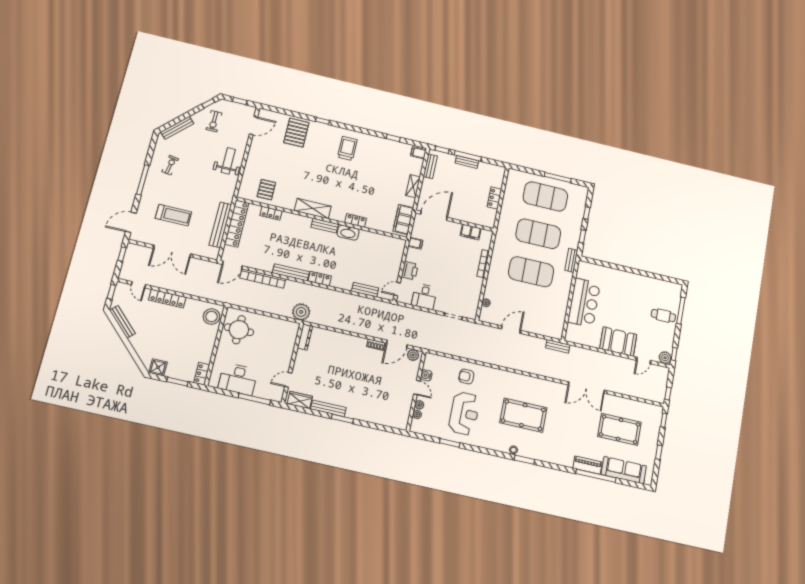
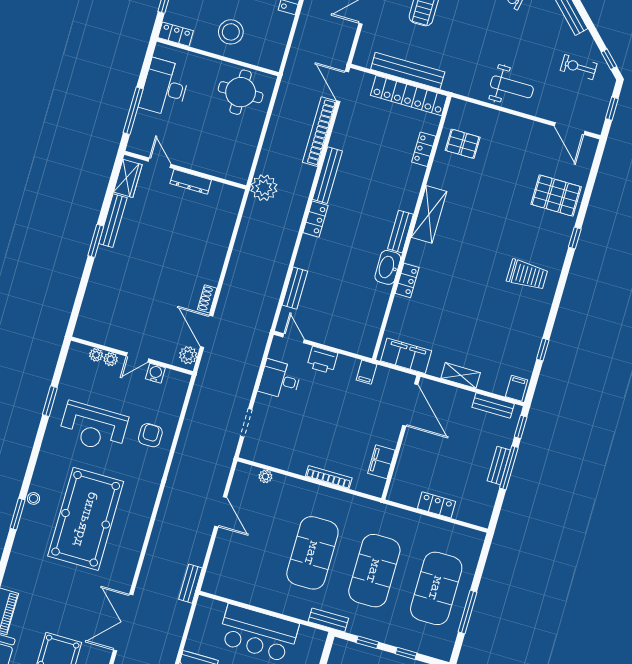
stool: (211, 317) -> (231, 32), moved
dresser: (305, 337) -> (191, 182), moved
pool table: (523, 415) -> (86, 519), width x1.36, depth x1.32

